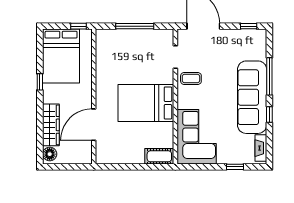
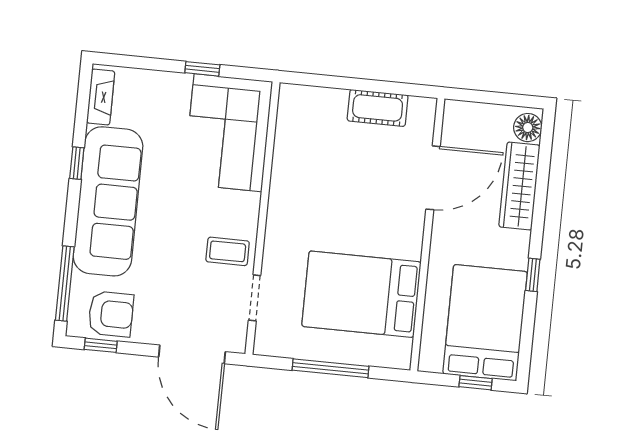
window: (78, 26) -> (476, 383), moved
armchair: (245, 42) -> (111, 314), added
window: (269, 76) -> (65, 284), moved
bed: (146, 103) -> (361, 294), moved, turned 180
cot: (159, 156) -> (378, 108), moved
window: (235, 167) -> (202, 69), moved

